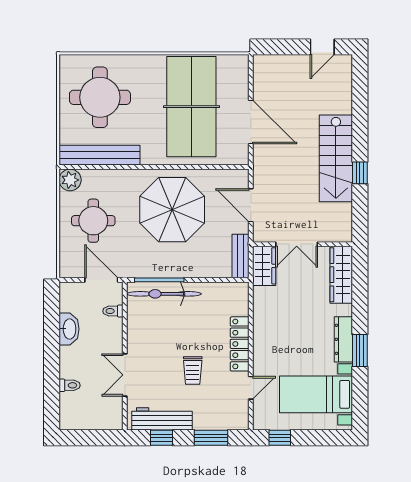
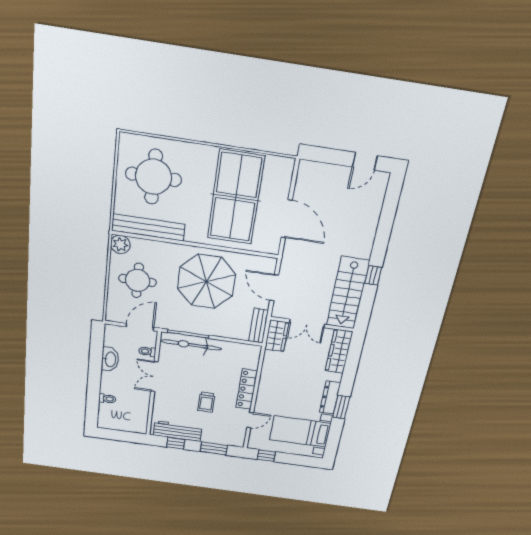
stairs: (336, 158) -> (348, 293), moved
door: (101, 280) -> (140, 327), hinge flipped
double door: (125, 375) -> (154, 377), moved

